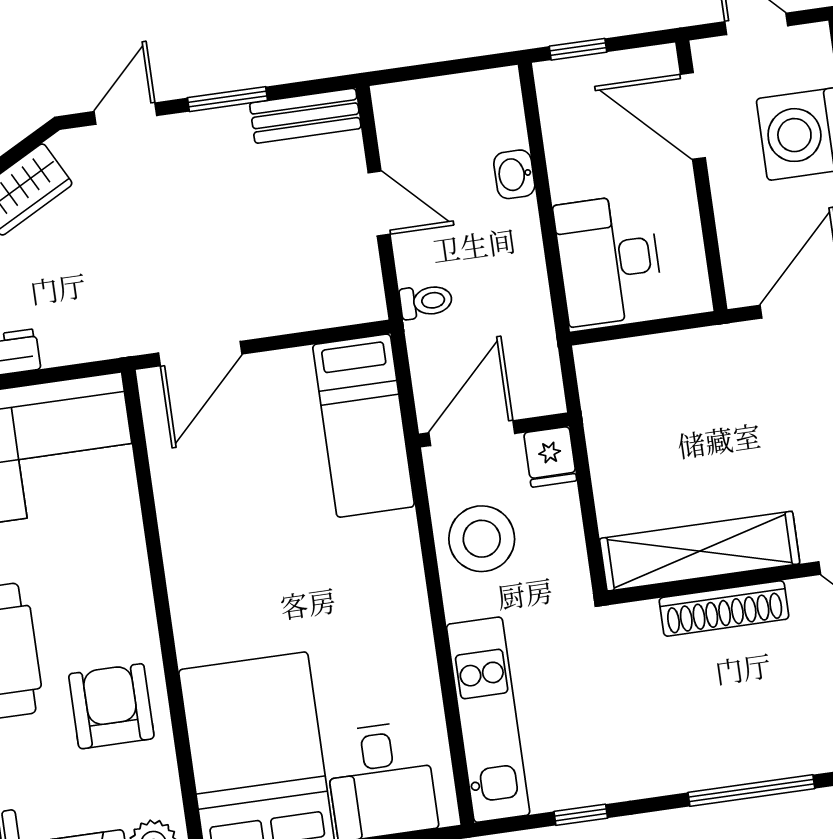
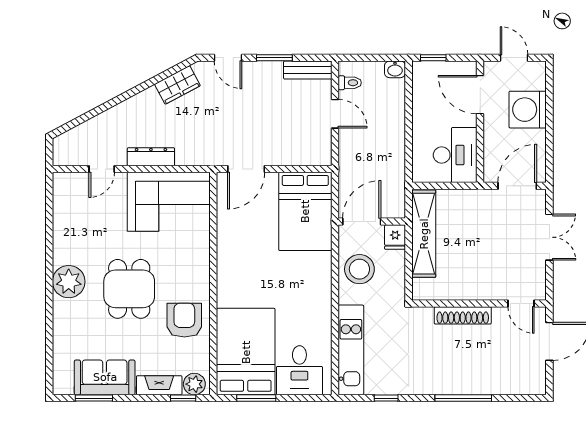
door: (125, 114) -> (228, 58), swing flipped
washbasin: (514, 174) -> (395, 69), moved, turned -90
desk: (609, 260) -> (455, 155), moved, turned 180
toilet: (426, 301) -> (350, 83), moved
bed: (364, 426) -> (305, 211), width x1.50
shelving: (700, 551) -> (424, 234), moved, turned 90

